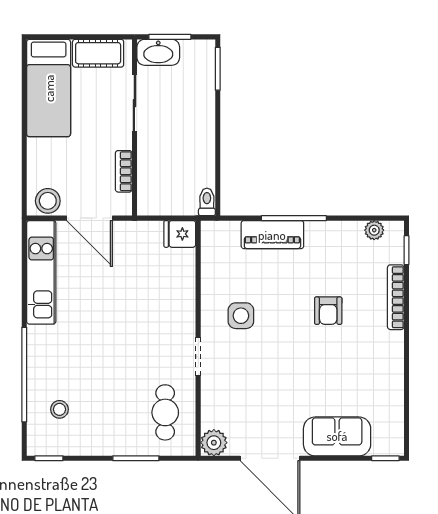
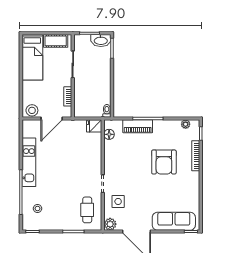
washbasin: (158, 52) -> (101, 40), moved
door: (90, 218) -> (52, 118), hinge flipped
floor lamp: (212, 252) -> (109, 134), added
kitchen unit: (41, 272) -> (29, 162), moved
armchair: (328, 311) -> (164, 162), width x1.88, depth x1.88
side table: (241, 316) -> (118, 201), moved
sofa: (337, 436) -> (174, 221), width x1.36

